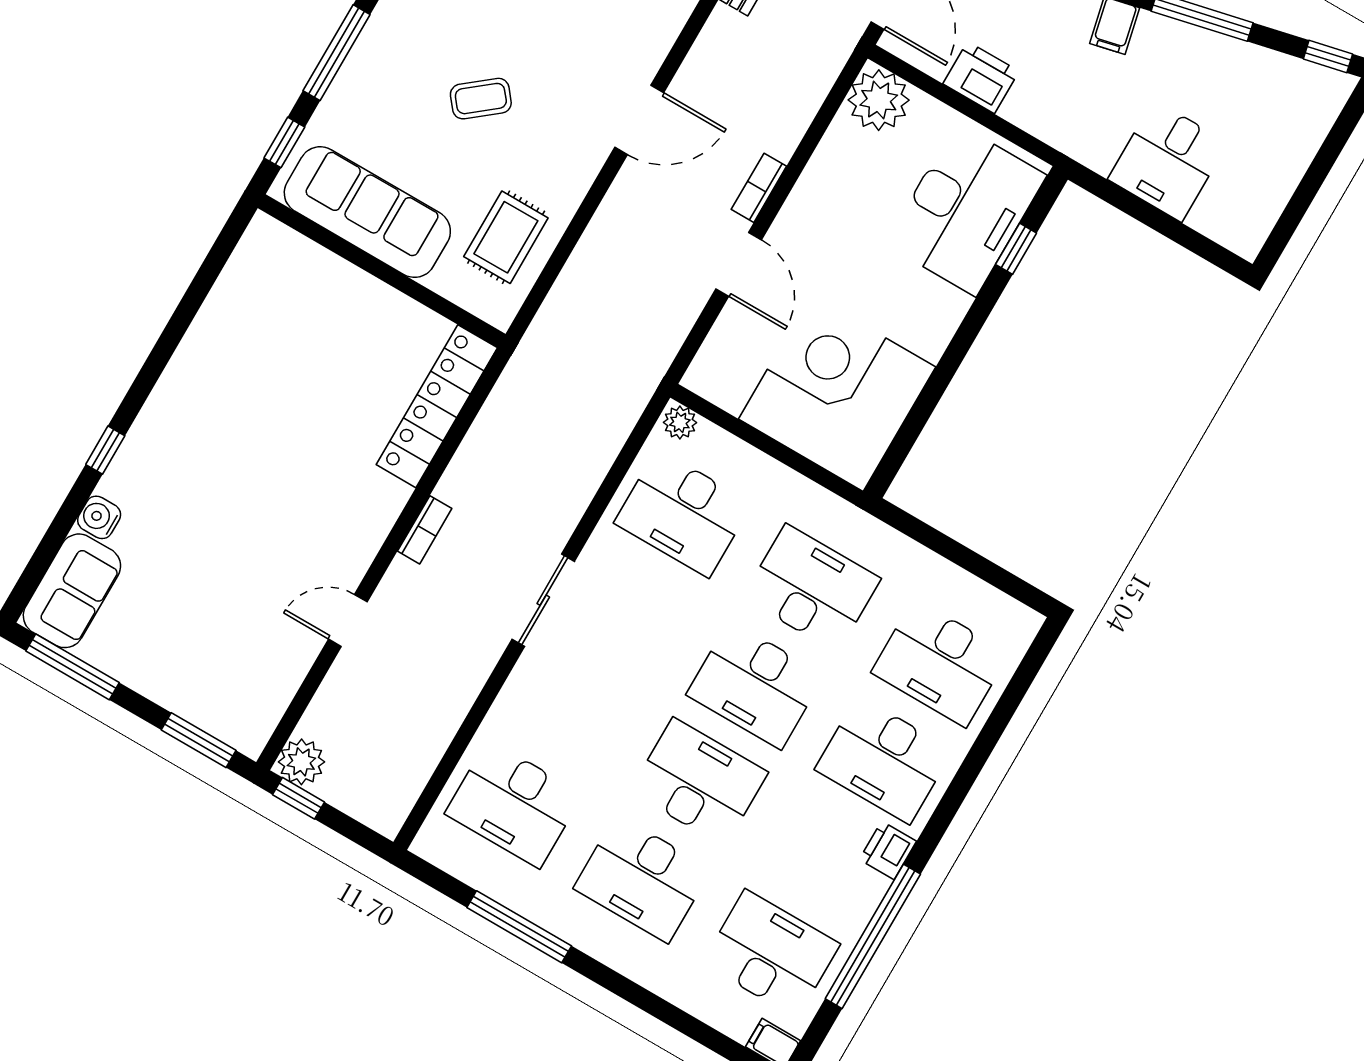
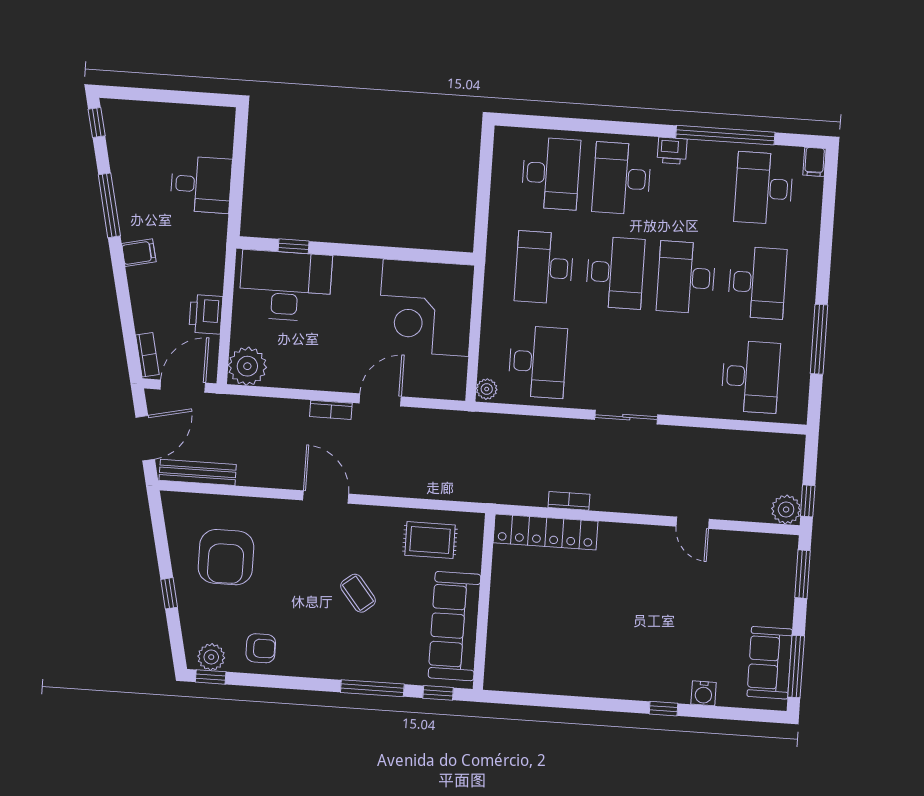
bookcase: (425, 530) -> (569, 501), moved
sofa: (72, 591) -> (770, 663), moved, turned -90
desk: (884, 760) -> (622, 178), turned 180

